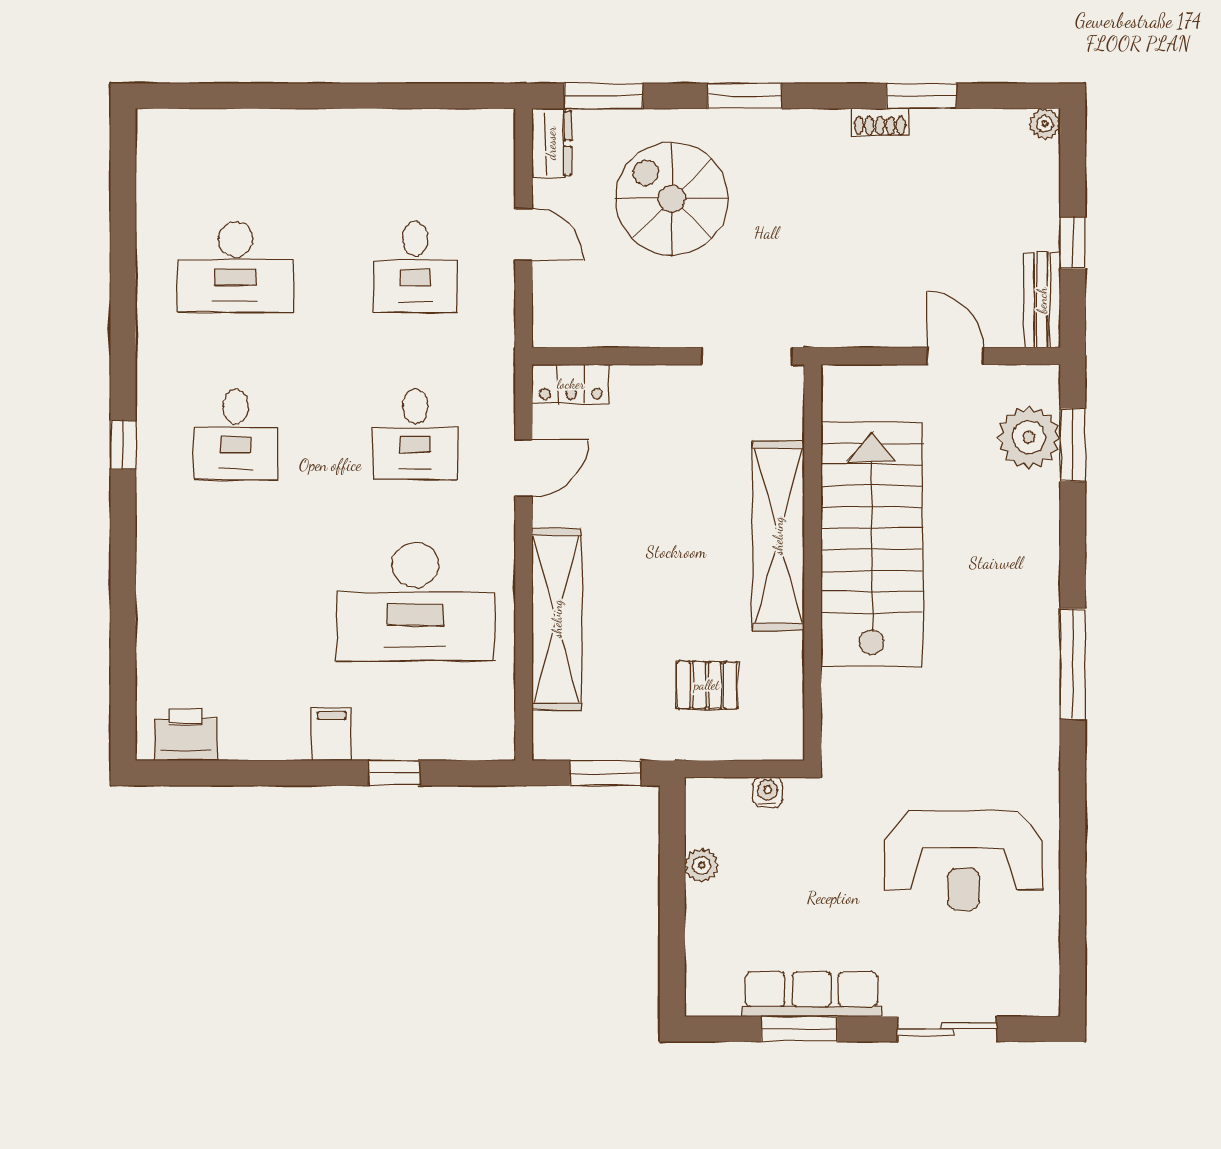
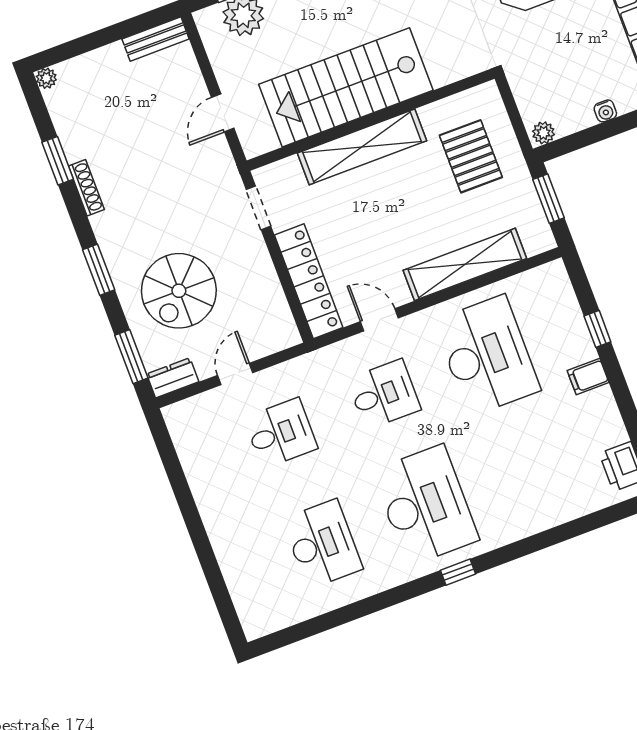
shoe rack: (880, 122) -> (86, 188), width x1.43
window: (1073, 243) -> (113, 33), removed
doorway: (747, 356) -> (258, 208), width x0.73
door: (955, 356) -> (223, 113), moved
locker: (571, 384) -> (309, 281), width x2.16, depth x1.21
desk: (235, 434) -> (425, 505), width x1.87, depth x1.30
pallet: (707, 685) -> (471, 156), width x1.50, depth x1.42
water cooler: (768, 792) -> (605, 111), moved, turned -90
plant: (702, 865) -> (543, 133), moved

